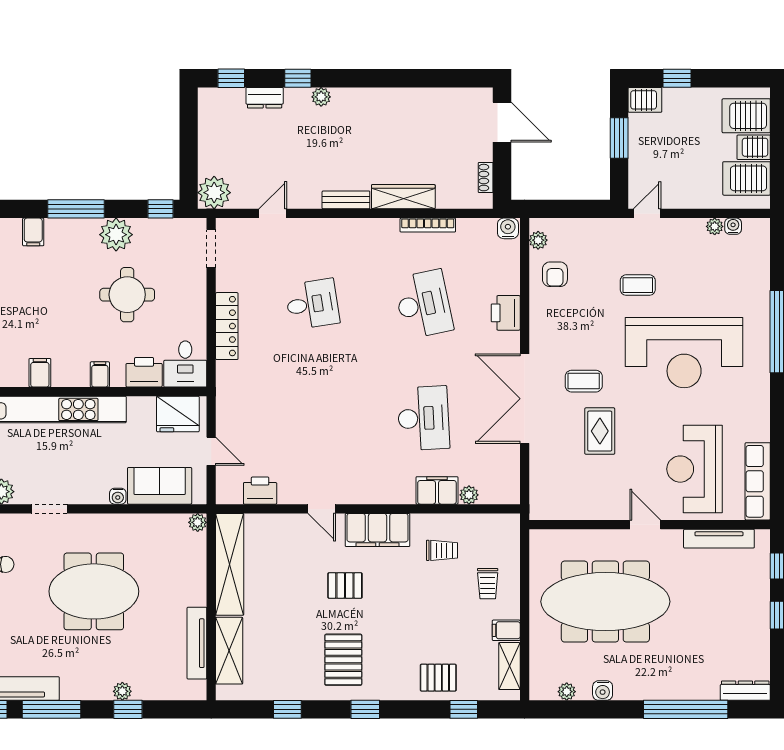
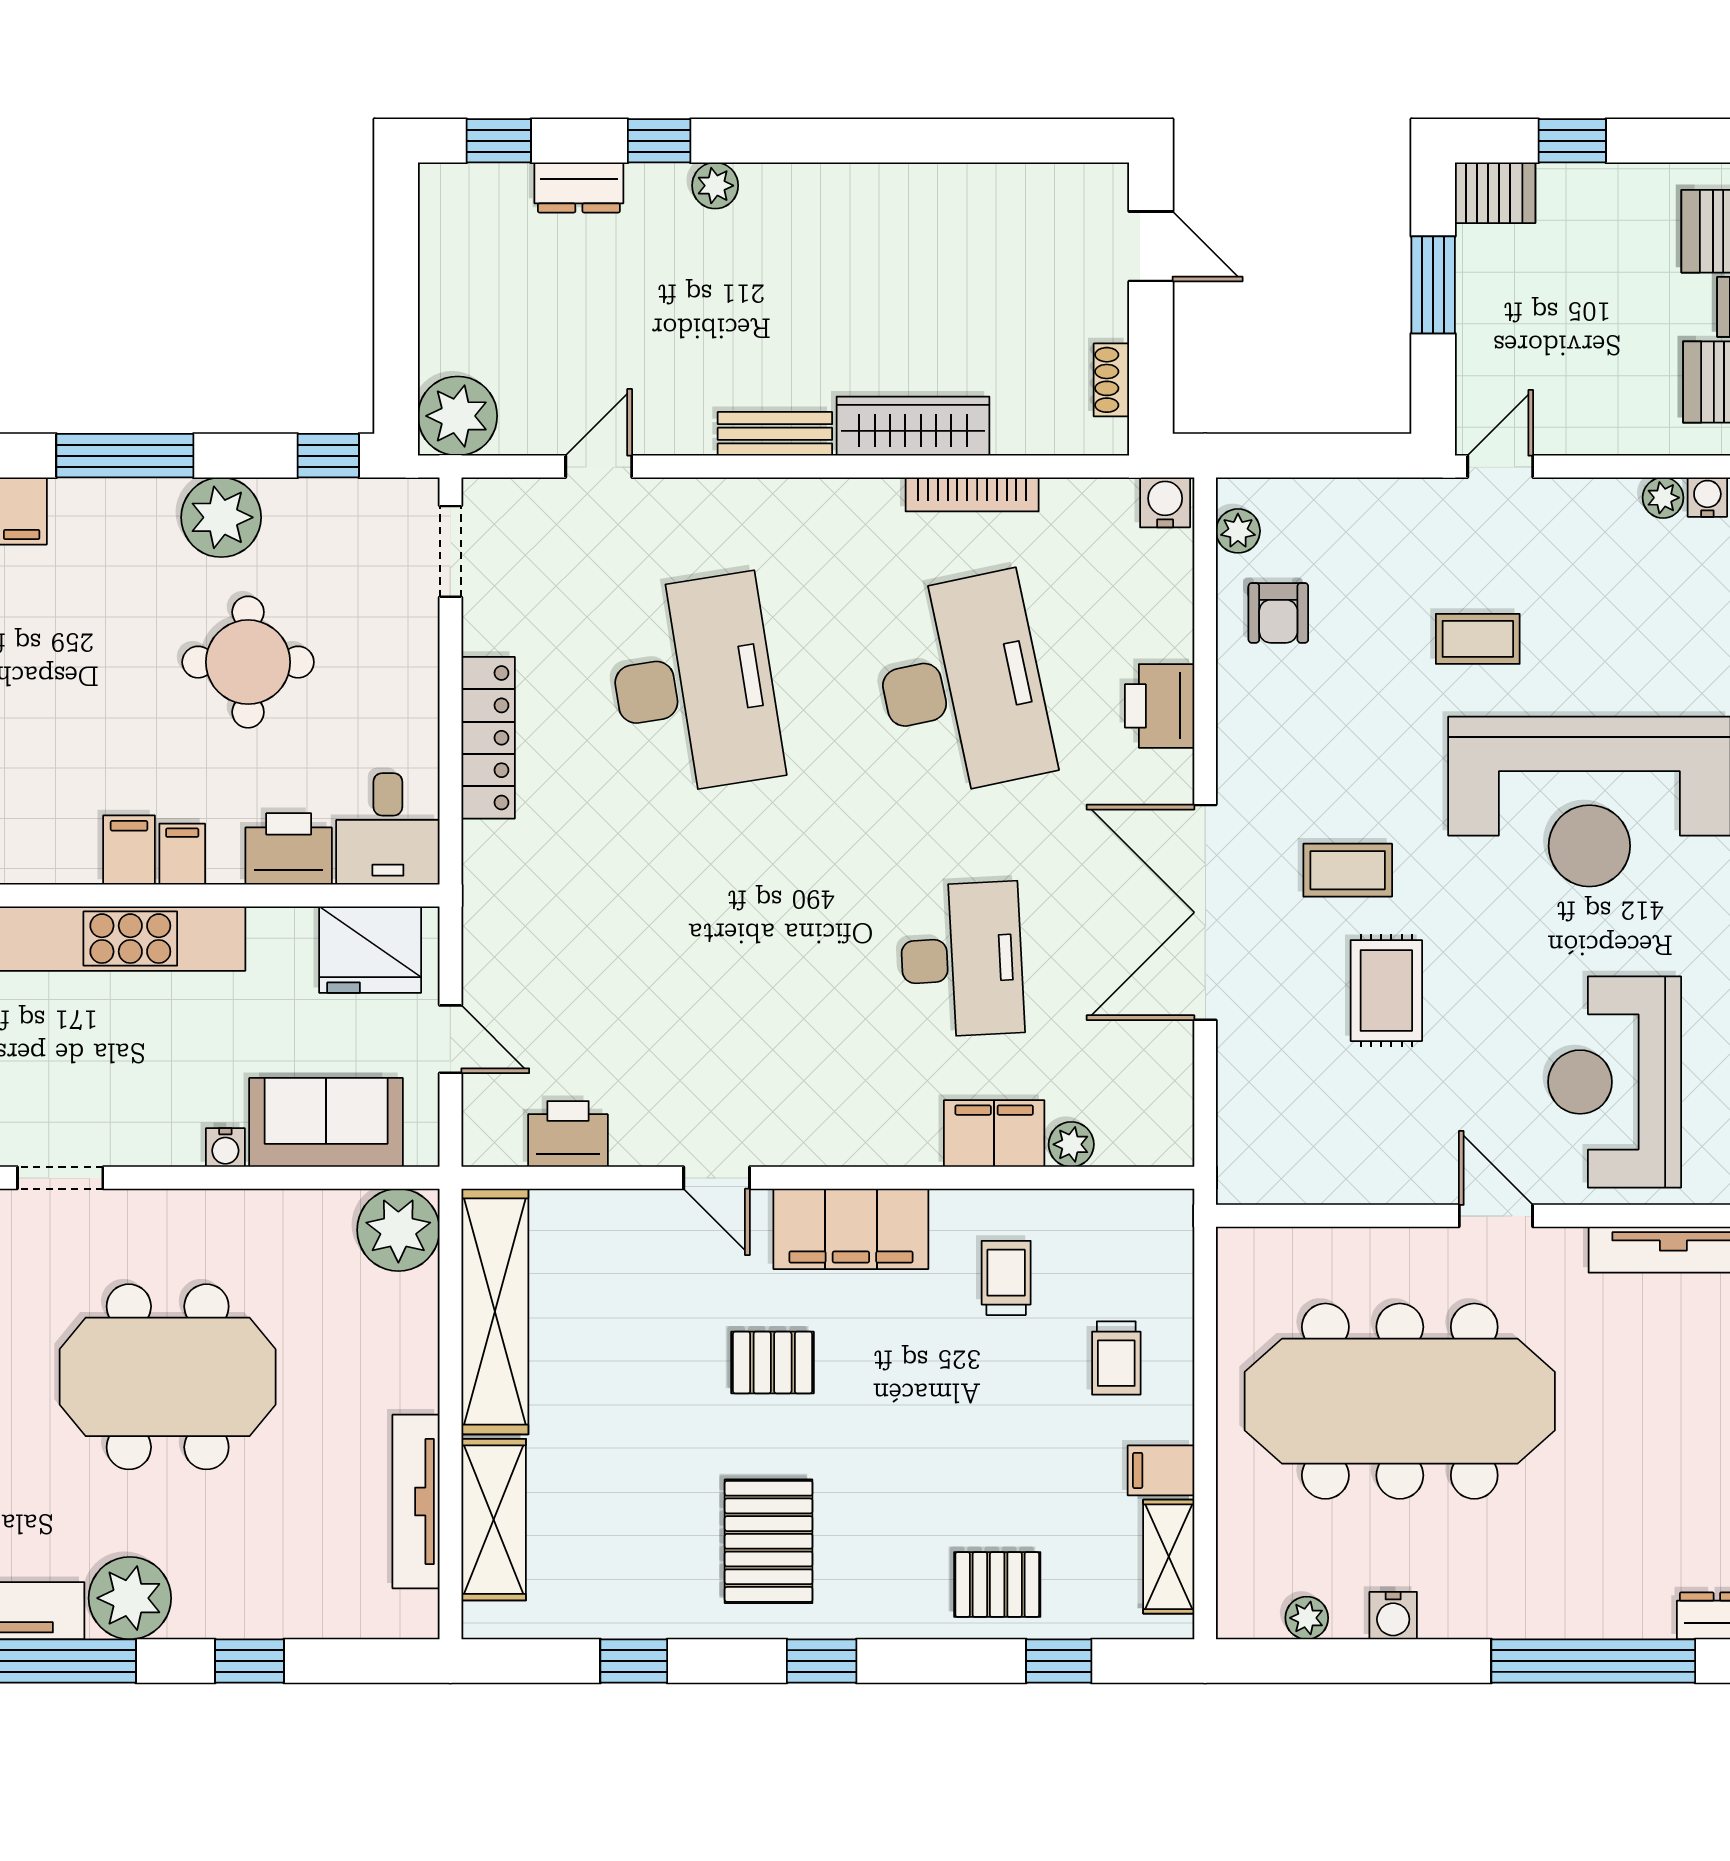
door: (502, 122) -> (1151, 246), width x0.73
desk: (312, 304) -> (694, 685), width x1.87, depth x1.30
desk: (423, 304) -> (962, 685), width x1.36, depth x1.30
filing cabinet: (40, 373) -> (129, 850), moved
plant: (198, 522) -> (398, 1230), width x1.87, depth x1.87
trolley: (442, 550) -> (1006, 1278), turned -90
plant: (122, 691) -> (130, 1598), moved, width x1.87, depth x1.87

